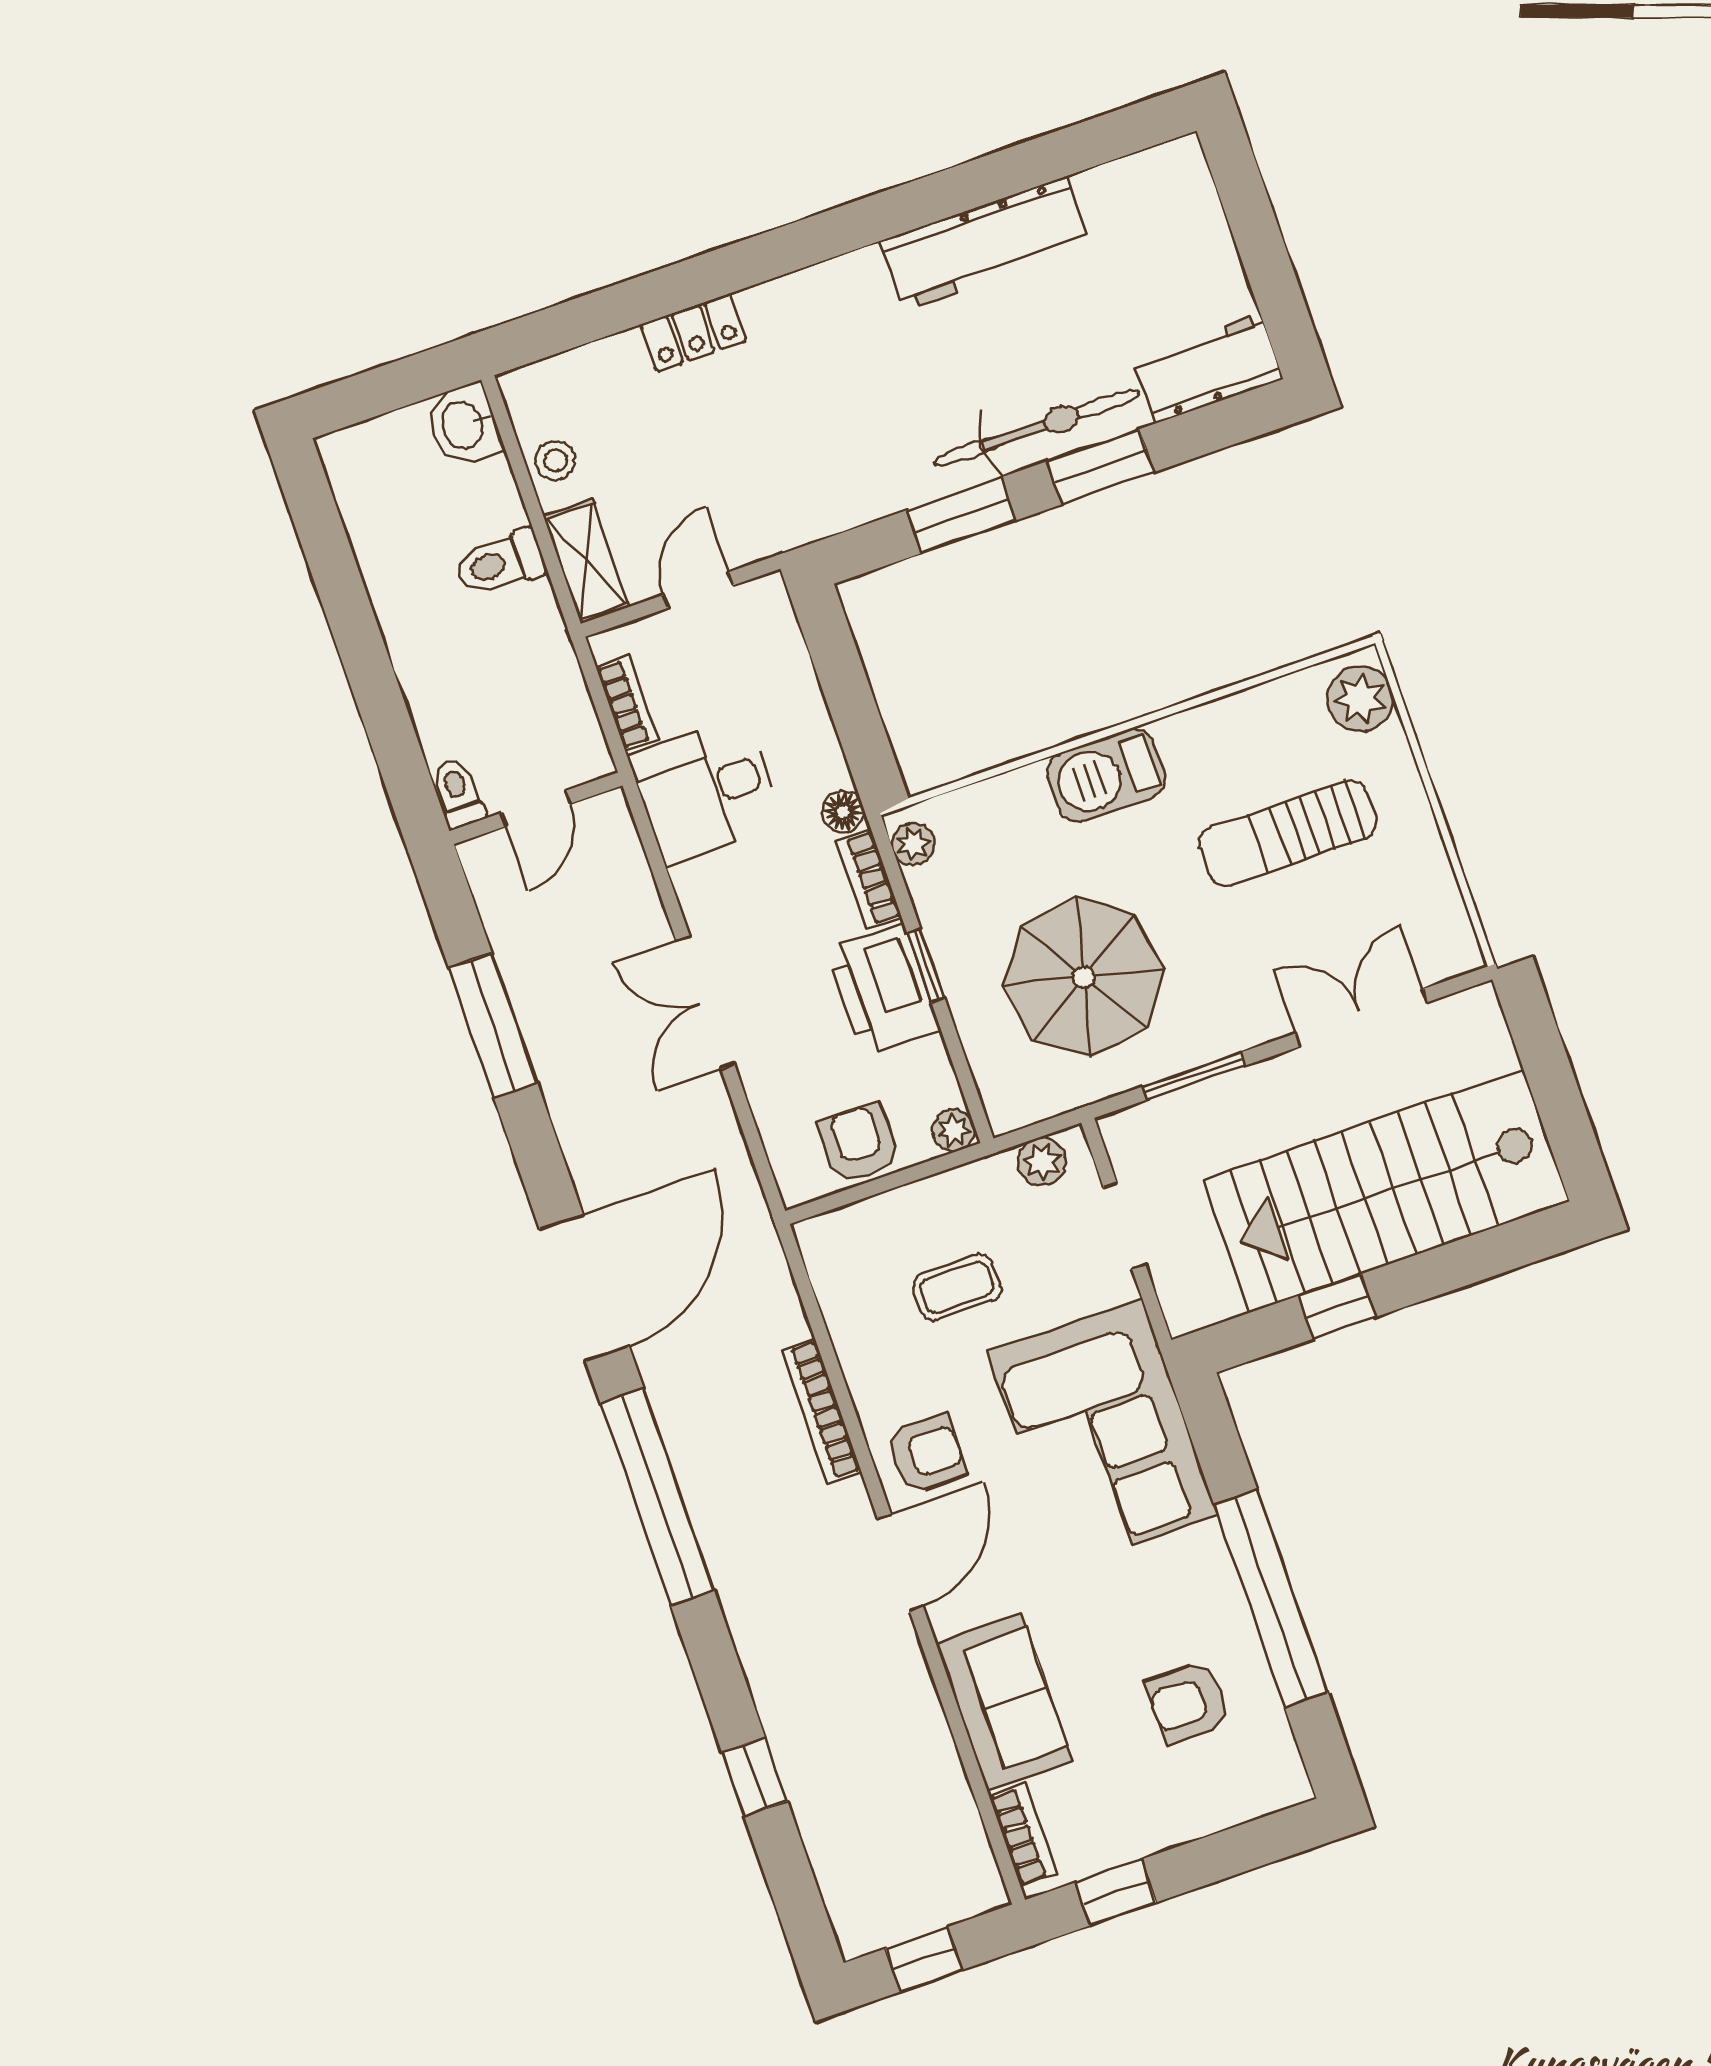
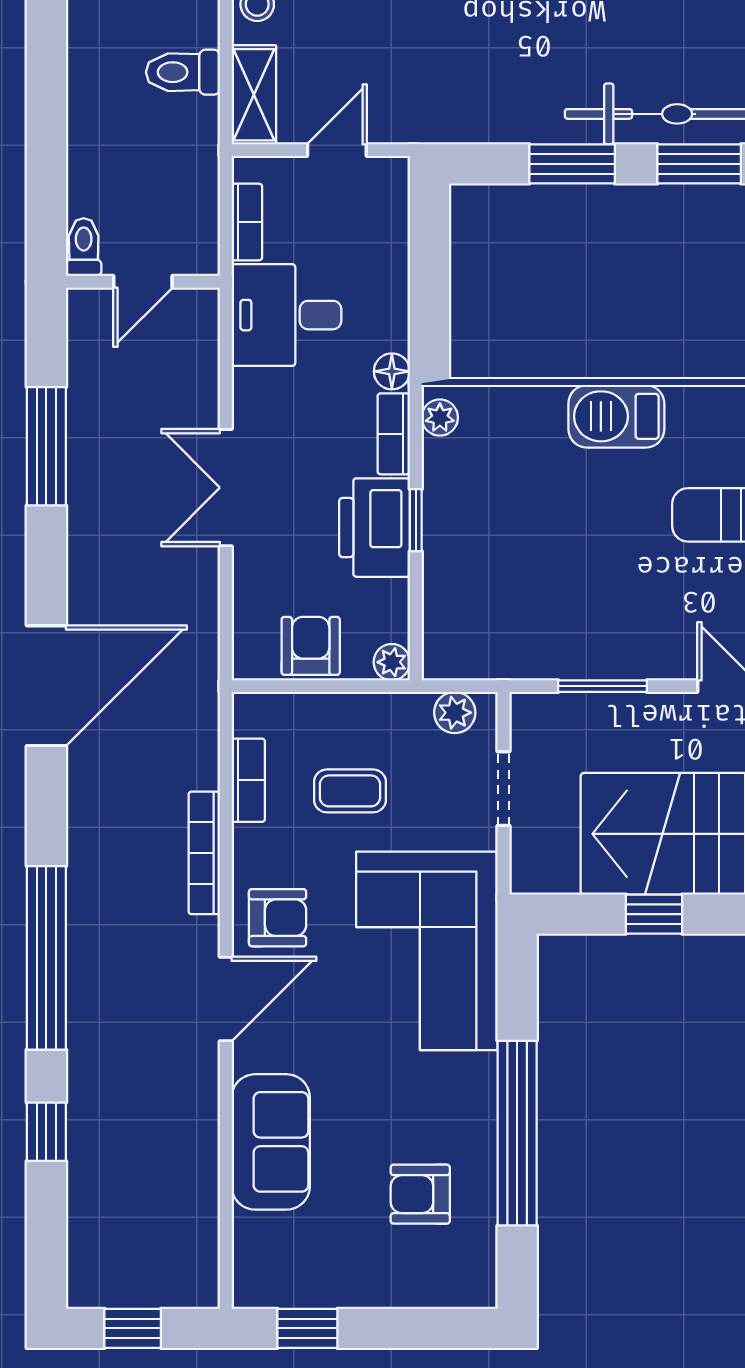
parasol: (1084, 977) -> (541, 574), removed
window: (657, 1497) -> (46, 958), moved
bookcase: (1023, 1835) -> (248, 780), moved

